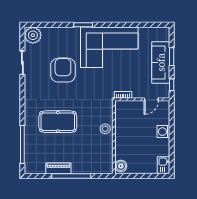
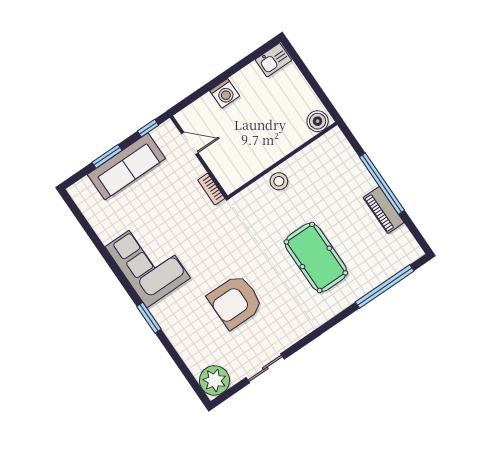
corner sofa: (109, 47) -> (148, 262), width x0.73, depth x0.74

